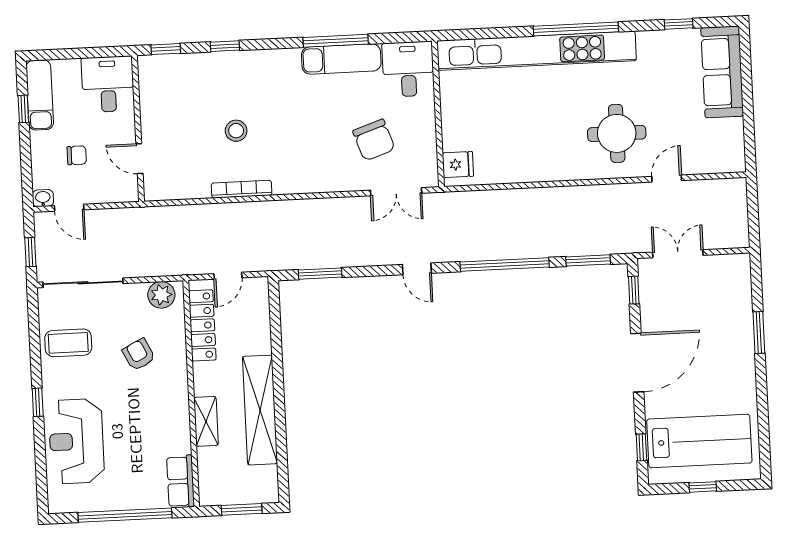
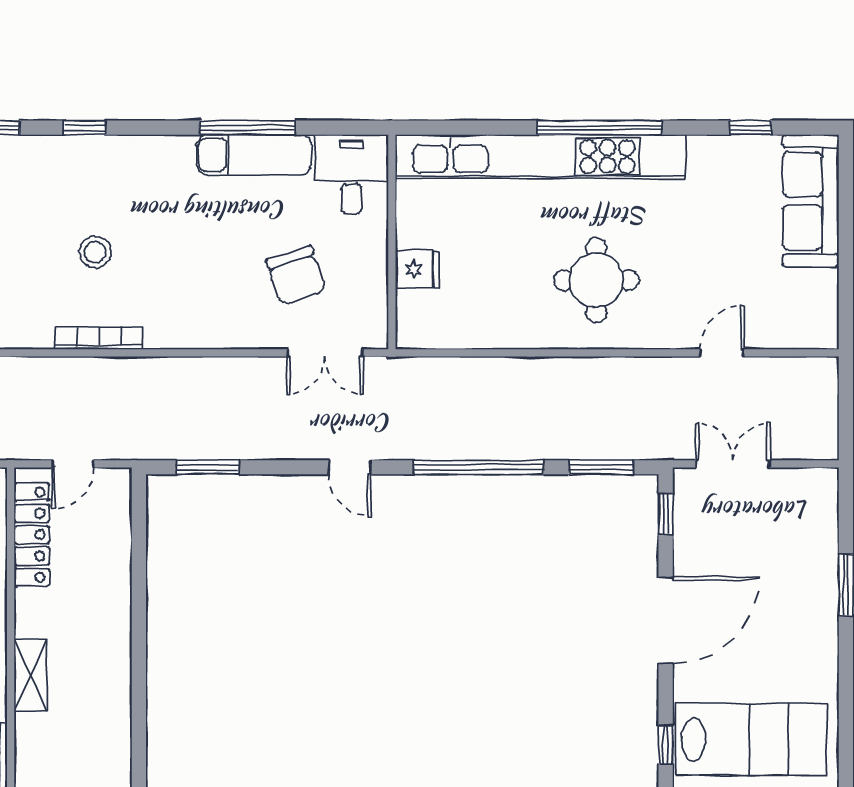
round table: (617, 133) -> (596, 280), moved
fridge: (458, 164) -> (417, 269), moved
shelving: (260, 410) -> (110, 663), removed

